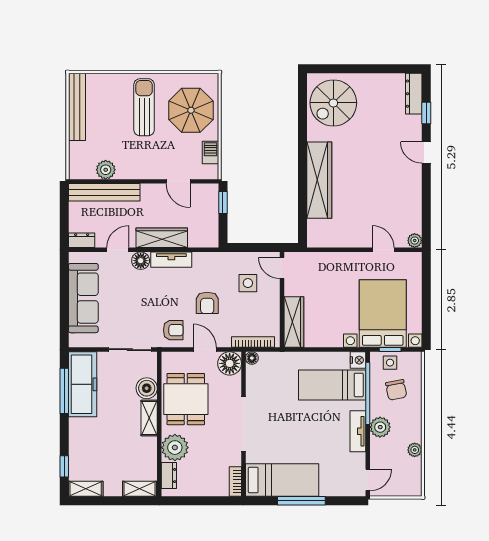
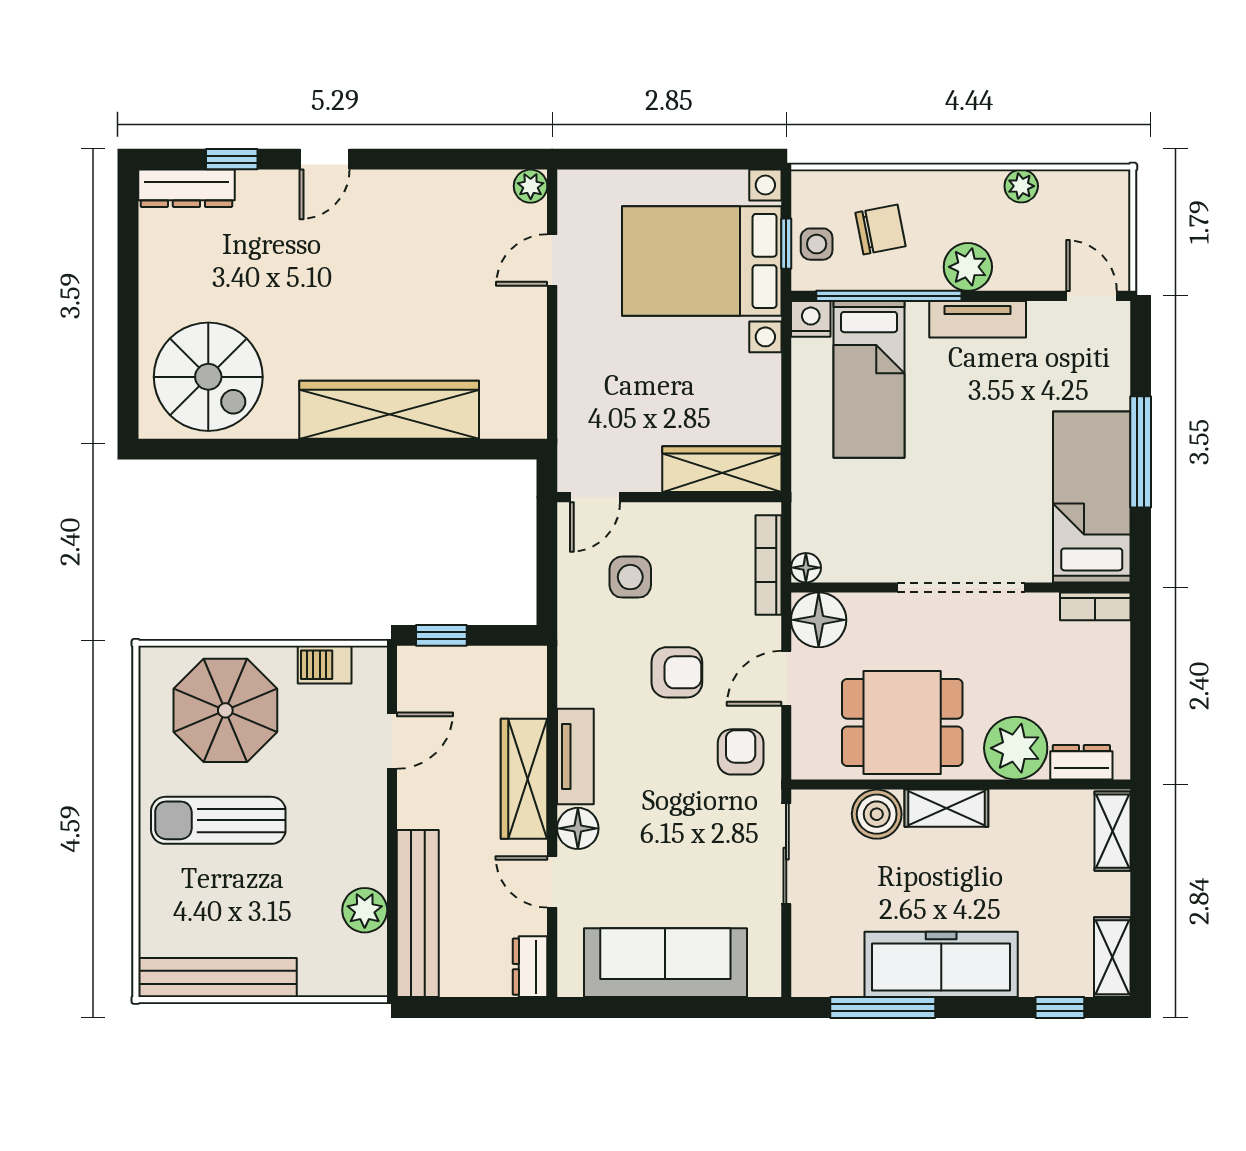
freezer: (83, 384) -> (941, 964), moved

